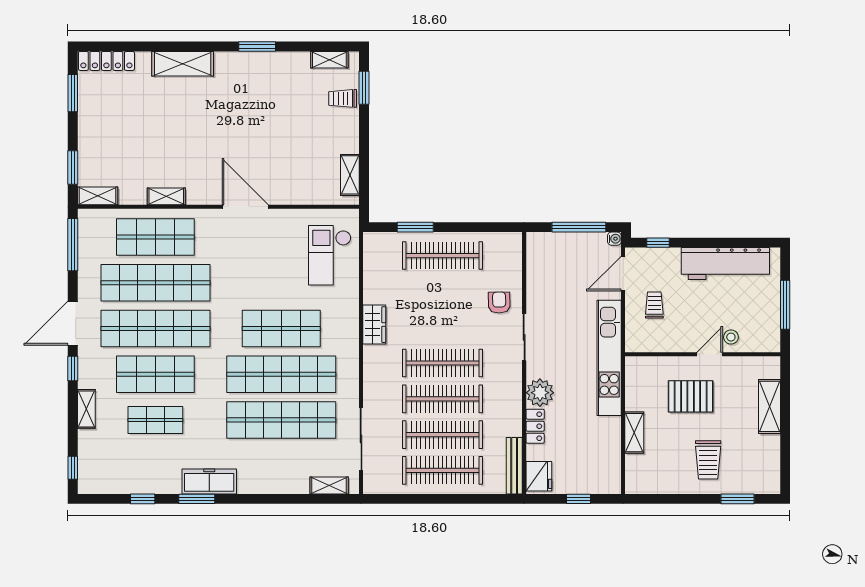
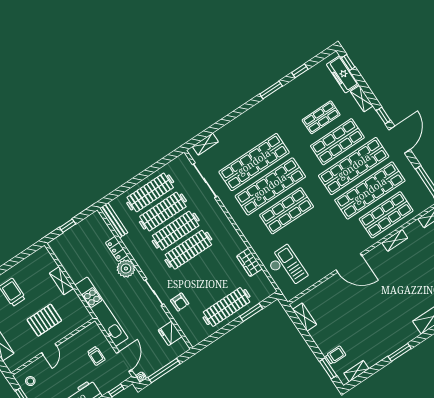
wardrobe: (374, 325) -> (249, 262), moved
stool: (731, 337) -> (30, 381), moved
fridge: (539, 476) -> (170, 333), moved
freezer: (209, 481) -> (343, 74), moved, turned 90

